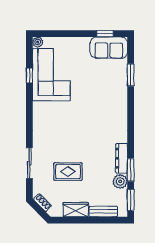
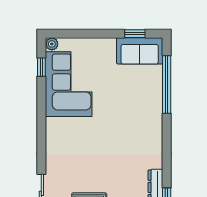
window: (131, 75) -> (167, 84), width x2.11
window: (29, 76) -> (41, 67), moved

